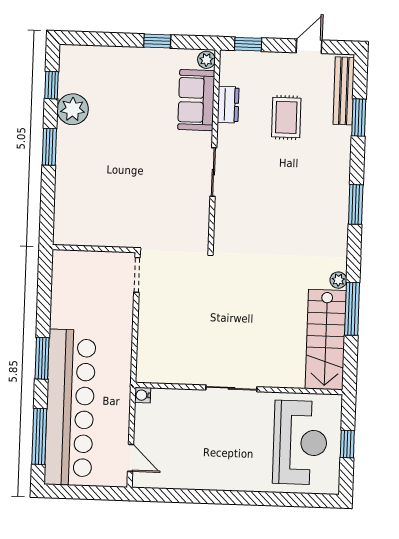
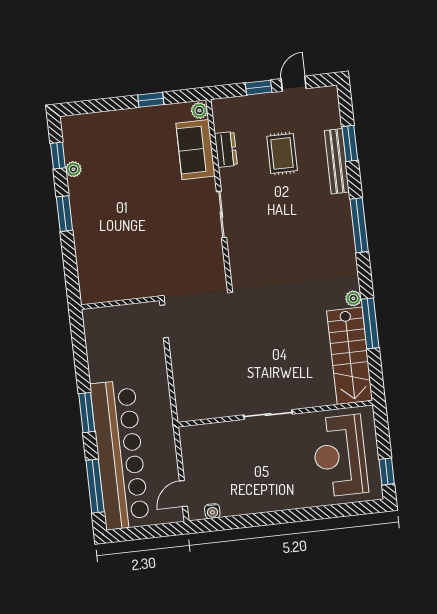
window: (248, 44) -> (259, 88), moved
bench: (344, 91) -> (337, 161), moved
plant: (73, 109) -> (73, 169), width x0.53, depth x0.53
window: (356, 204) -> (359, 225), width x1.44
water cooler: (143, 395) -> (212, 511), moved, turned -90
reception desk: (300, 443) -> (340, 456), turned 180
window: (347, 444) -> (387, 472), moved
door: (131, 458) -> (183, 494), swing flipped

